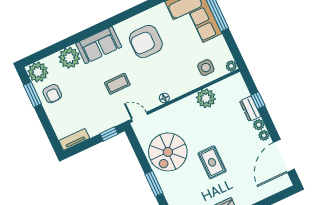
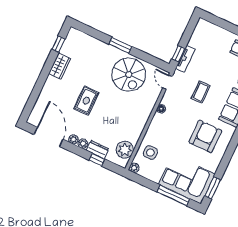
plant: (206, 98) -> (125, 150), moved
door: (139, 117) -> (167, 82), swing flipped
tv unit: (74, 139) -> (185, 59), moved
spiral stairs: (168, 152) -> (129, 75), turned 180
rug: (212, 162) -> (86, 101), moved, turned 90

